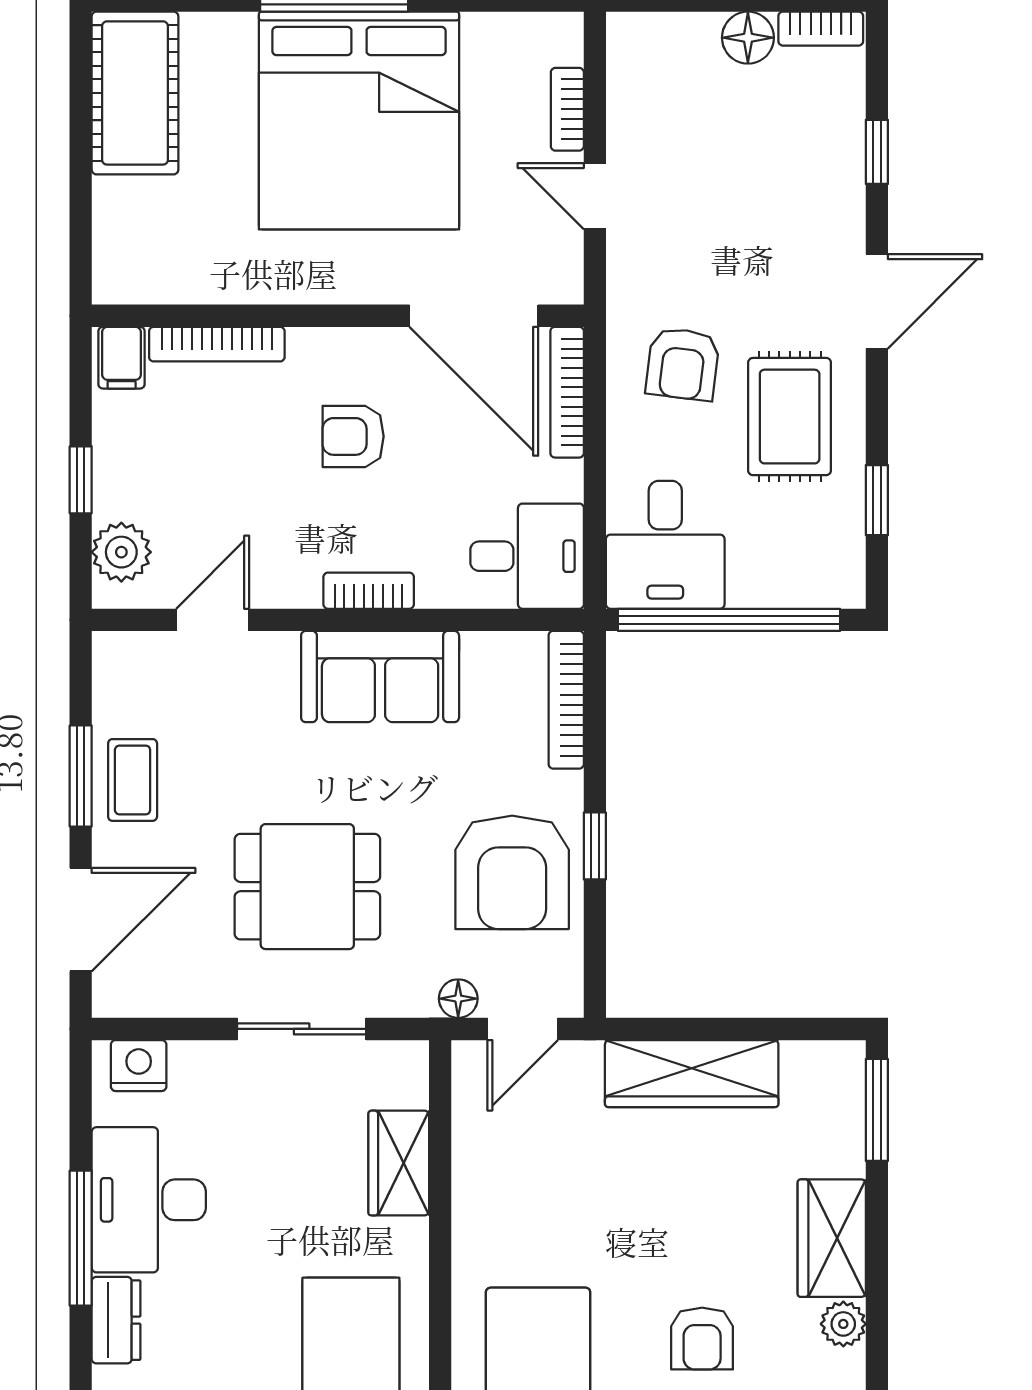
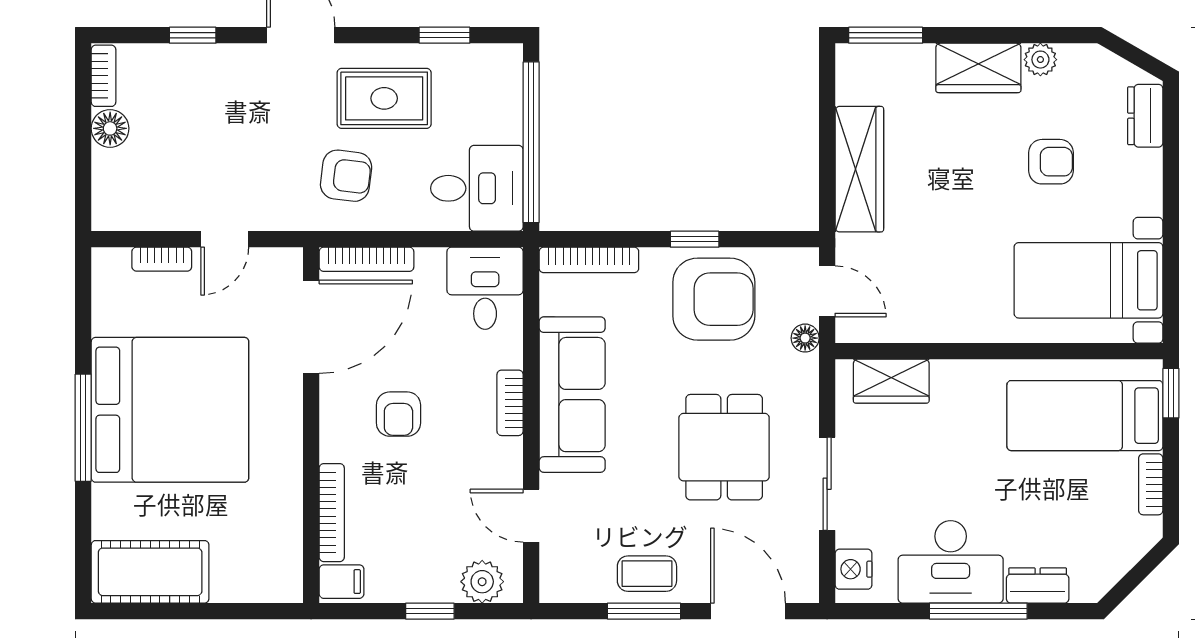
sofa: (380, 677) -> (572, 395), width x1.36
sliding door: (302, 1029) -> (827, 484), moved
wardrobe: (399, 1163) -> (891, 381), moved

